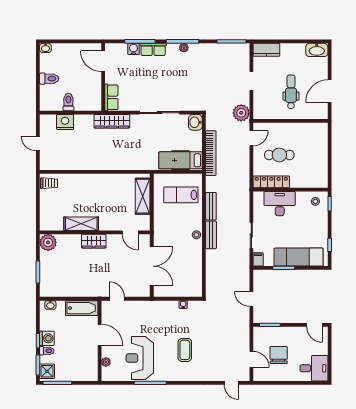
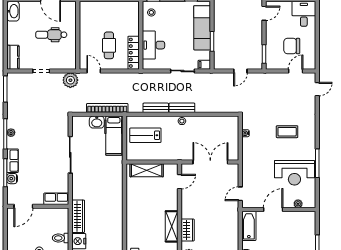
wardrobe: (112, 121) -> (78, 216), moved
washbasin: (195, 122) -> (97, 122), moved
lab bench: (181, 195) -> (145, 135), turned 90
wardrobe: (94, 241) -> (188, 230), moved

